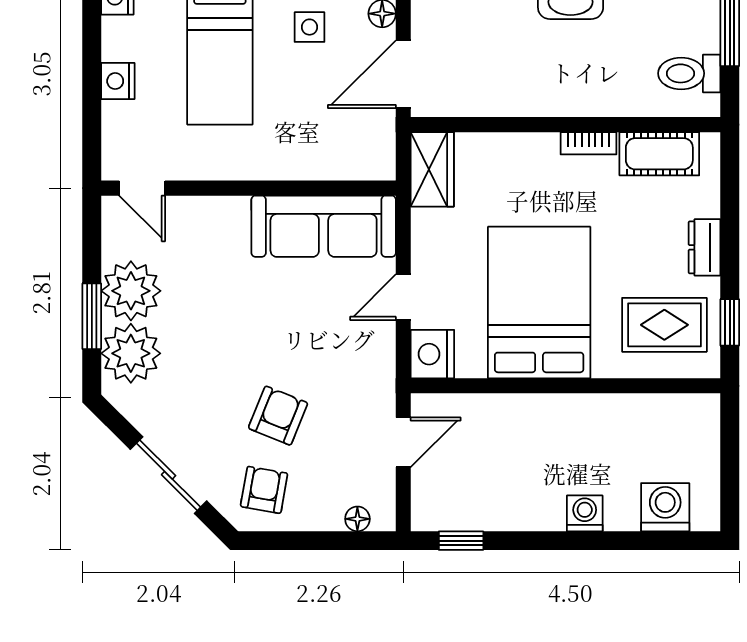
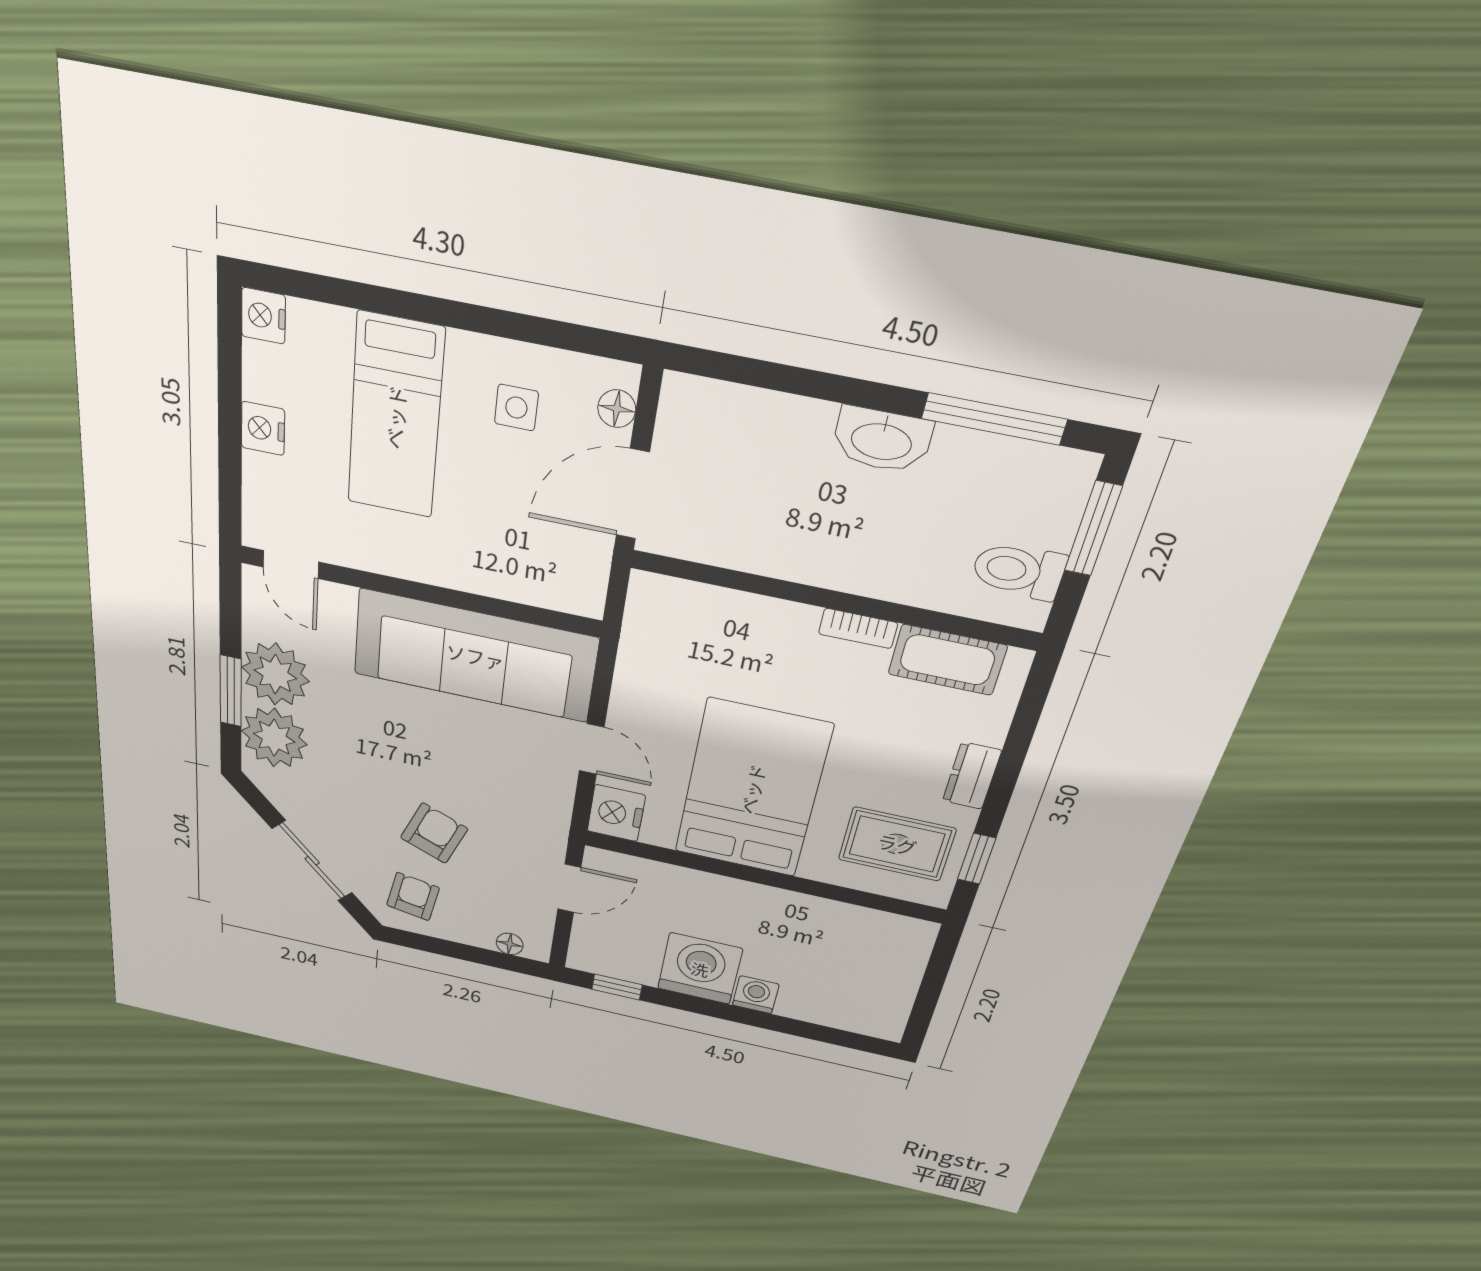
wardrobe: (432, 169) -> (651, 617), removed
sofa: (324, 226) -> (475, 656), width x1.36, depth x1.27
door: (403, 297) -> (592, 749), swing flipped
washing machine: (665, 507) -> (700, 969), moved, width x1.37, depth x1.37

